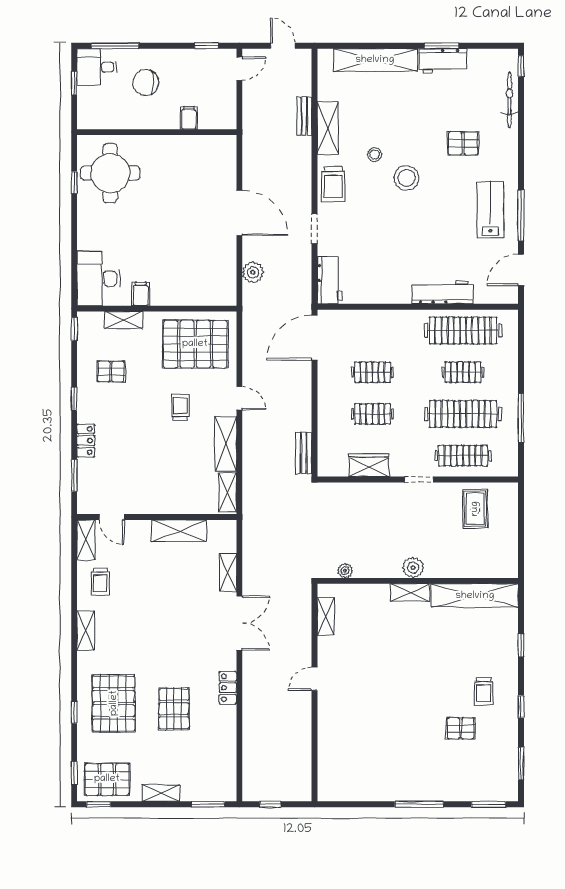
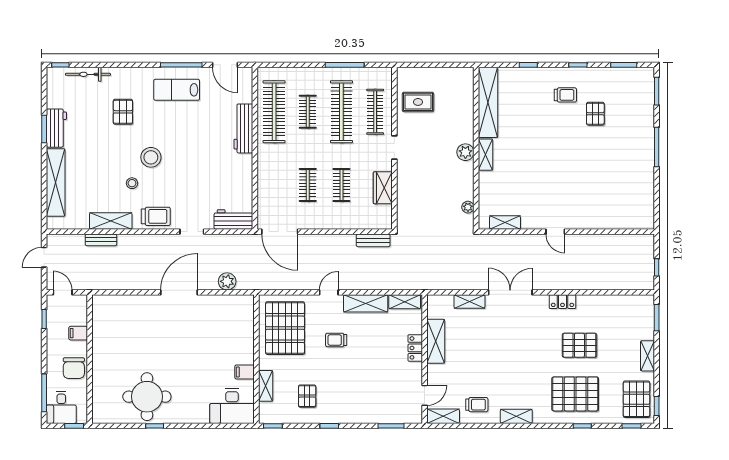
filing cabinet: (189, 118) -> (78, 333), moved
wall: (157, 132) -> (90, 359), moved
locker: (86, 441) -> (415, 348), moved, turned -90

